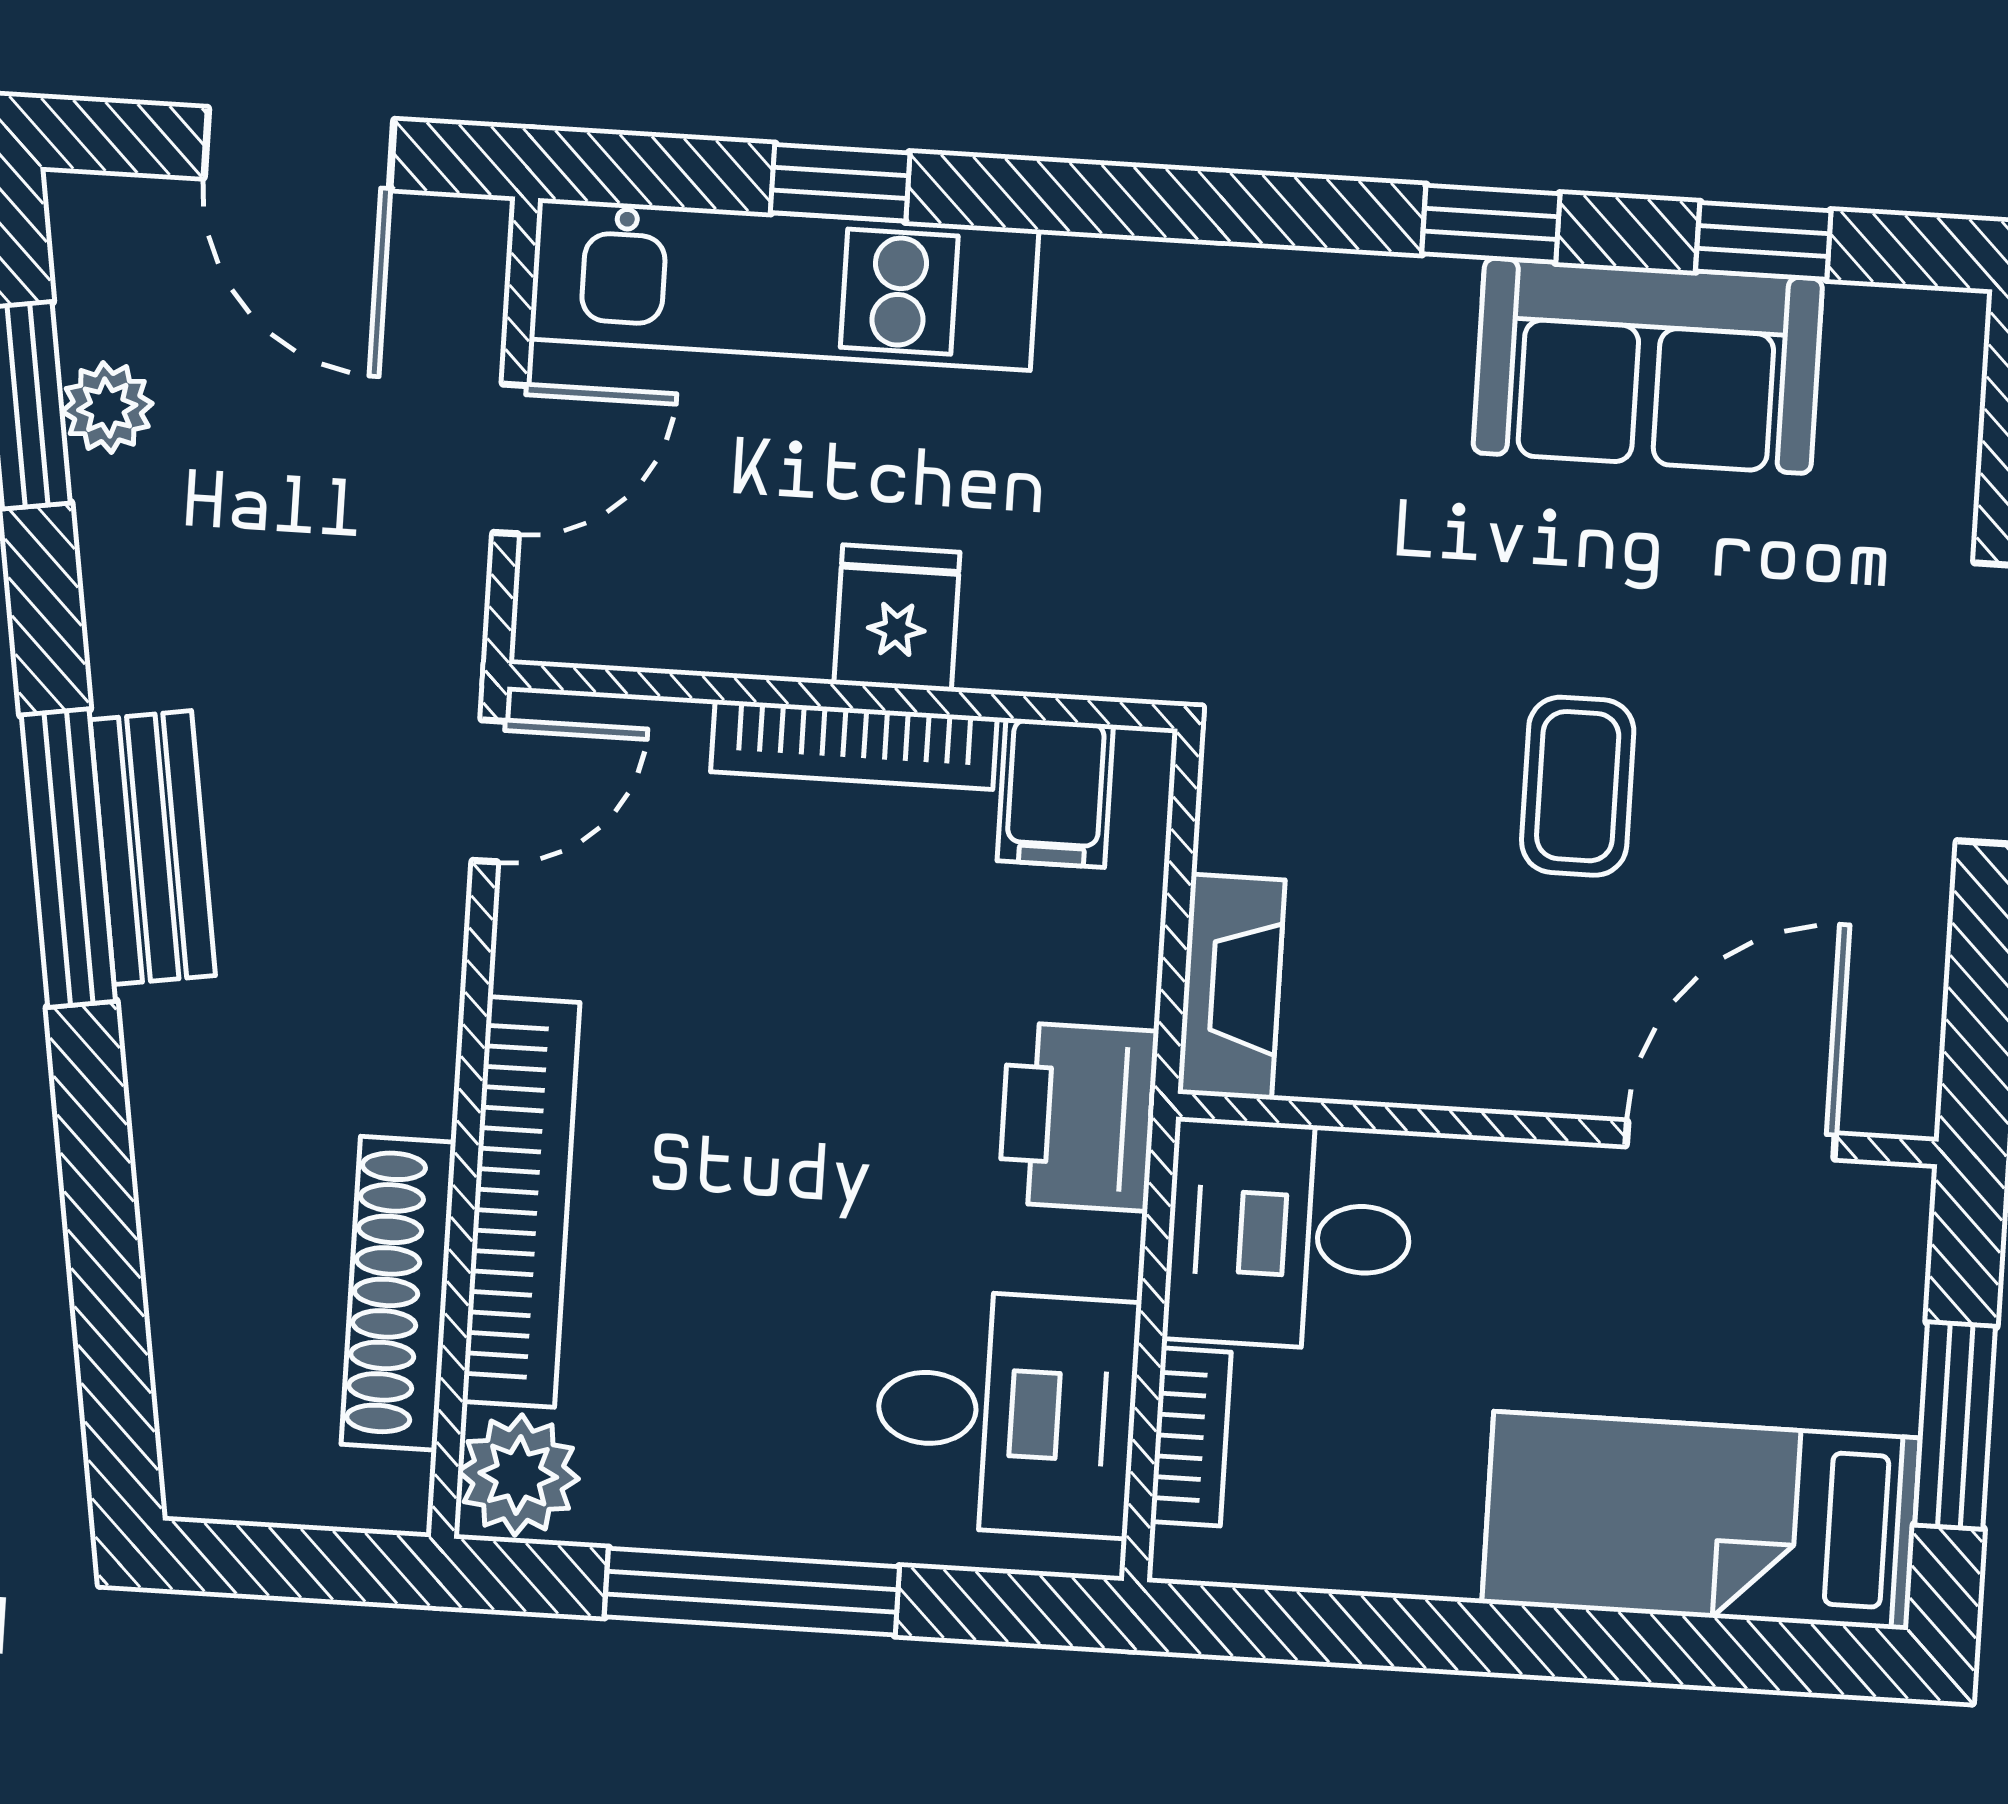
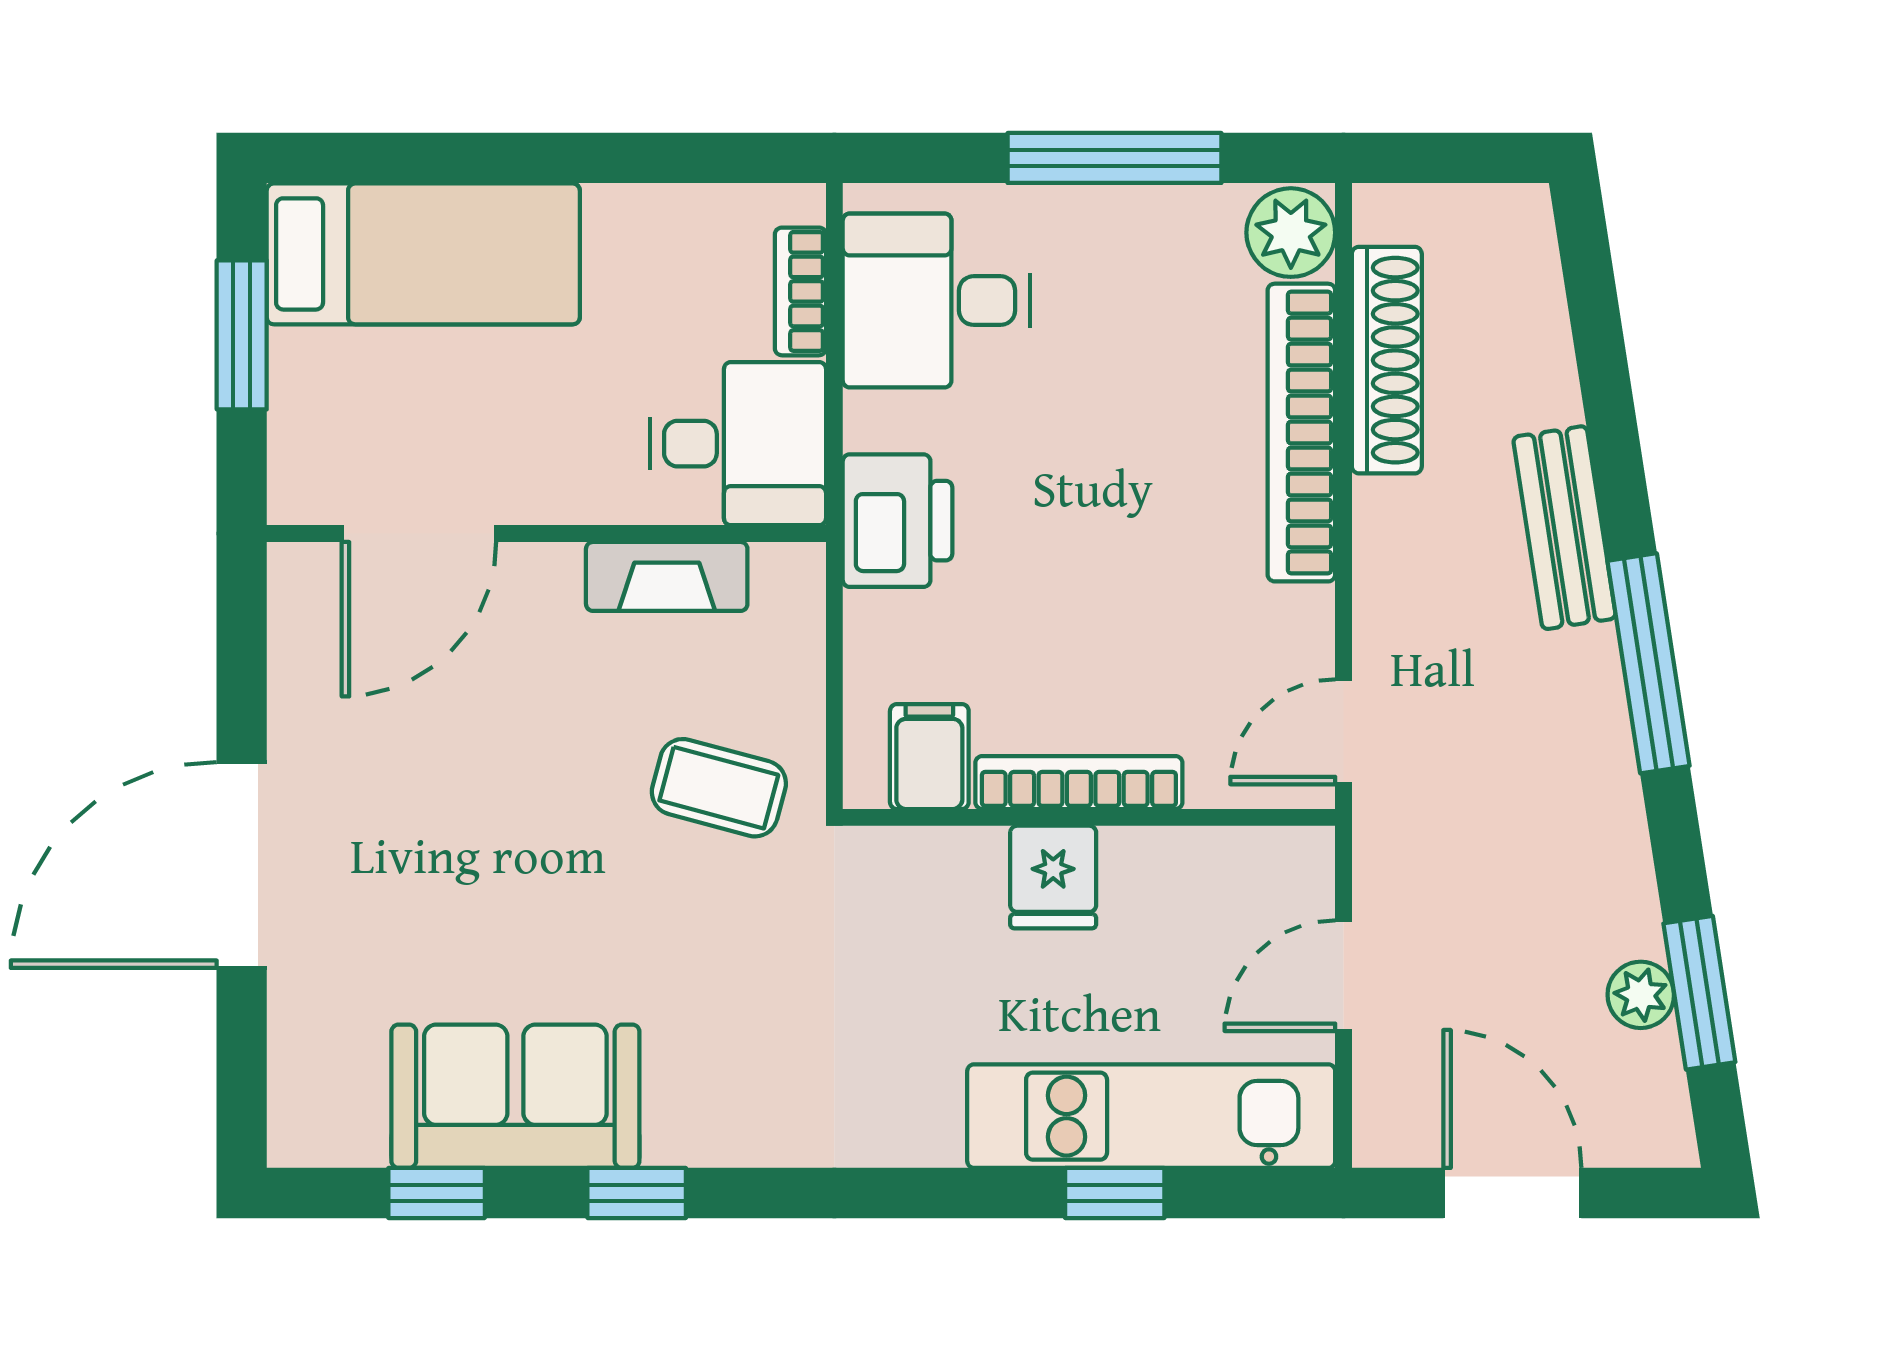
coffee table: (1578, 786) -> (719, 788), moved, turned -75
bench: (153, 848) -> (1564, 528), moved
fireplace: (1231, 987) -> (667, 576), moved, turned -90

